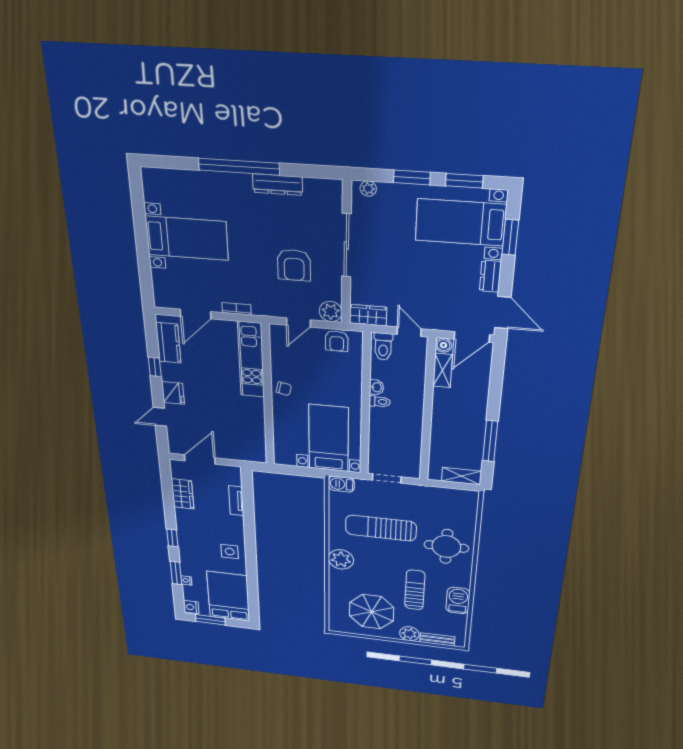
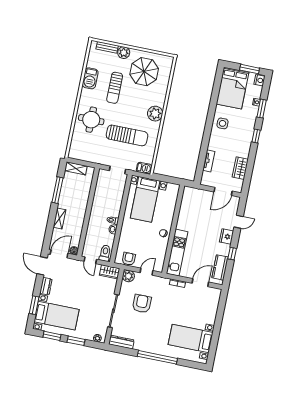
dresser: (278, 185) -> (121, 342), moved
bed with nightstands: (187, 238) -> (191, 339), moved
shelving: (443, 370) -> (59, 219), moved

